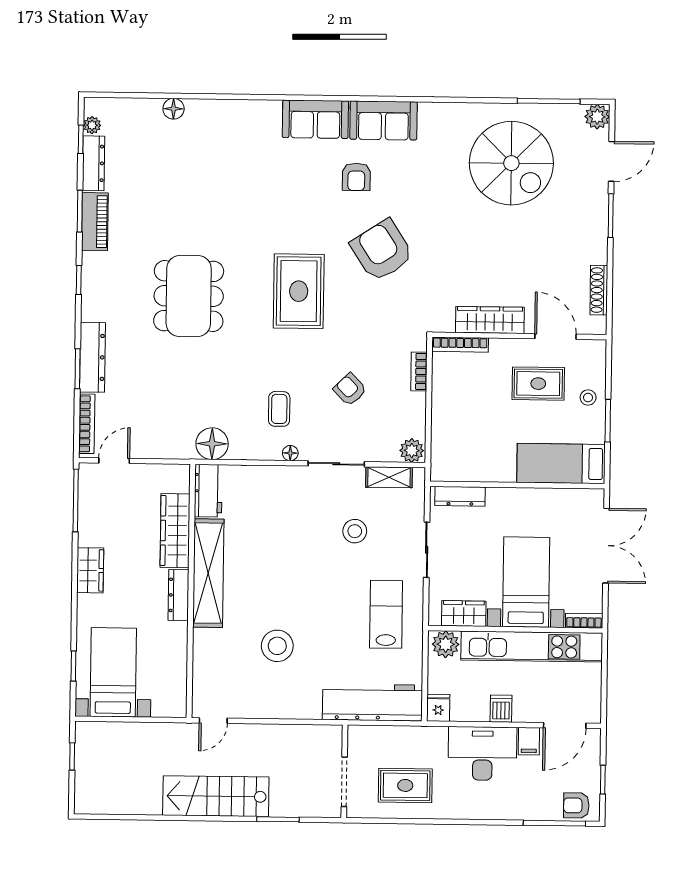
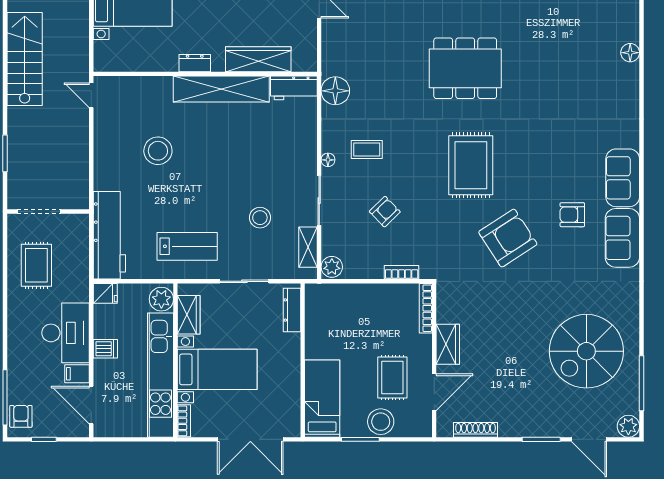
rug: (299, 291) -> (471, 165), turned 90
wardrobe: (490, 320) -> (448, 344), width x0.67
stool: (588, 398) -> (381, 422), width x1.89, depth x1.89
dresser: (179, 595) -> (195, 63), width x0.70
stairs: (216, 796) -> (25, 59), moved

